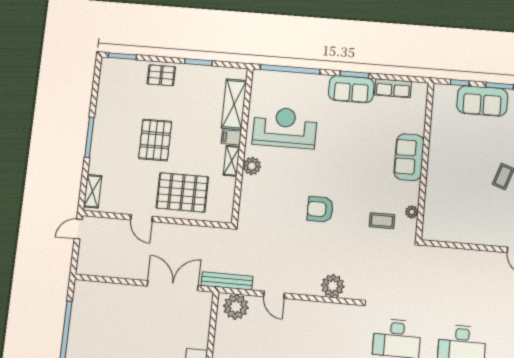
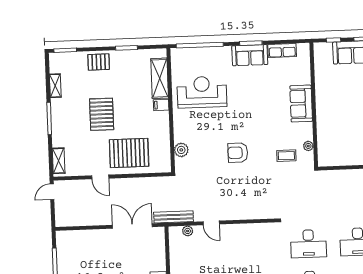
shelving: (232, 161) -> (55, 86), moved
plant: (252, 166) -> (181, 150), moved
plant: (333, 286) -> (255, 210), removed
plant: (236, 307) -> (188, 231), width x0.53, depth x0.53

